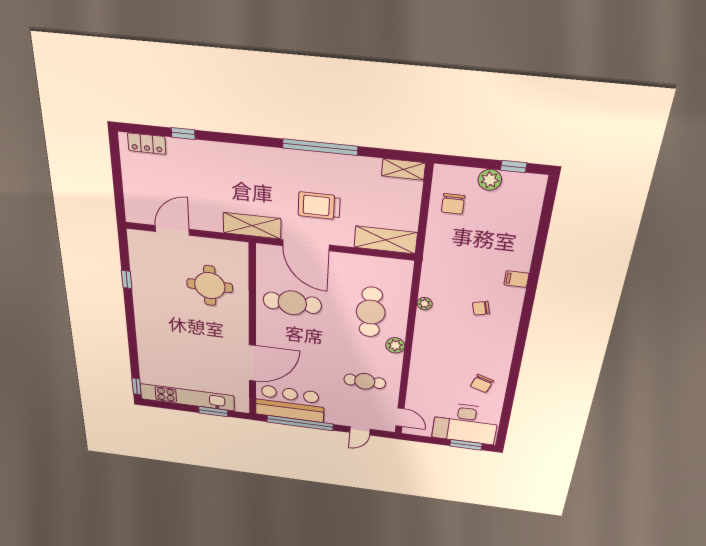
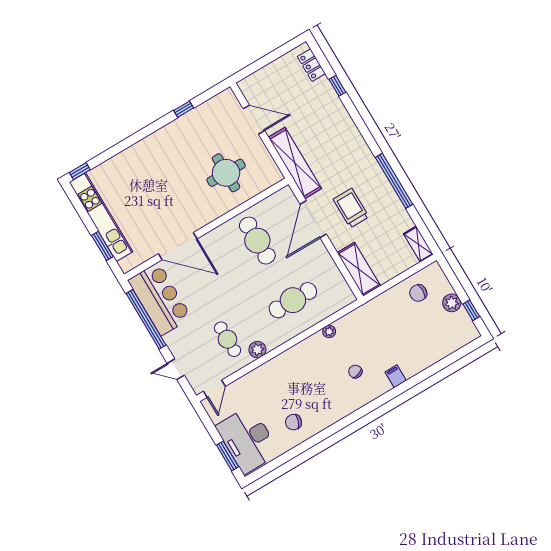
shelving: (252, 226) -> (295, 163), width x1.47
plant: (395, 345) -> (257, 350), moved

